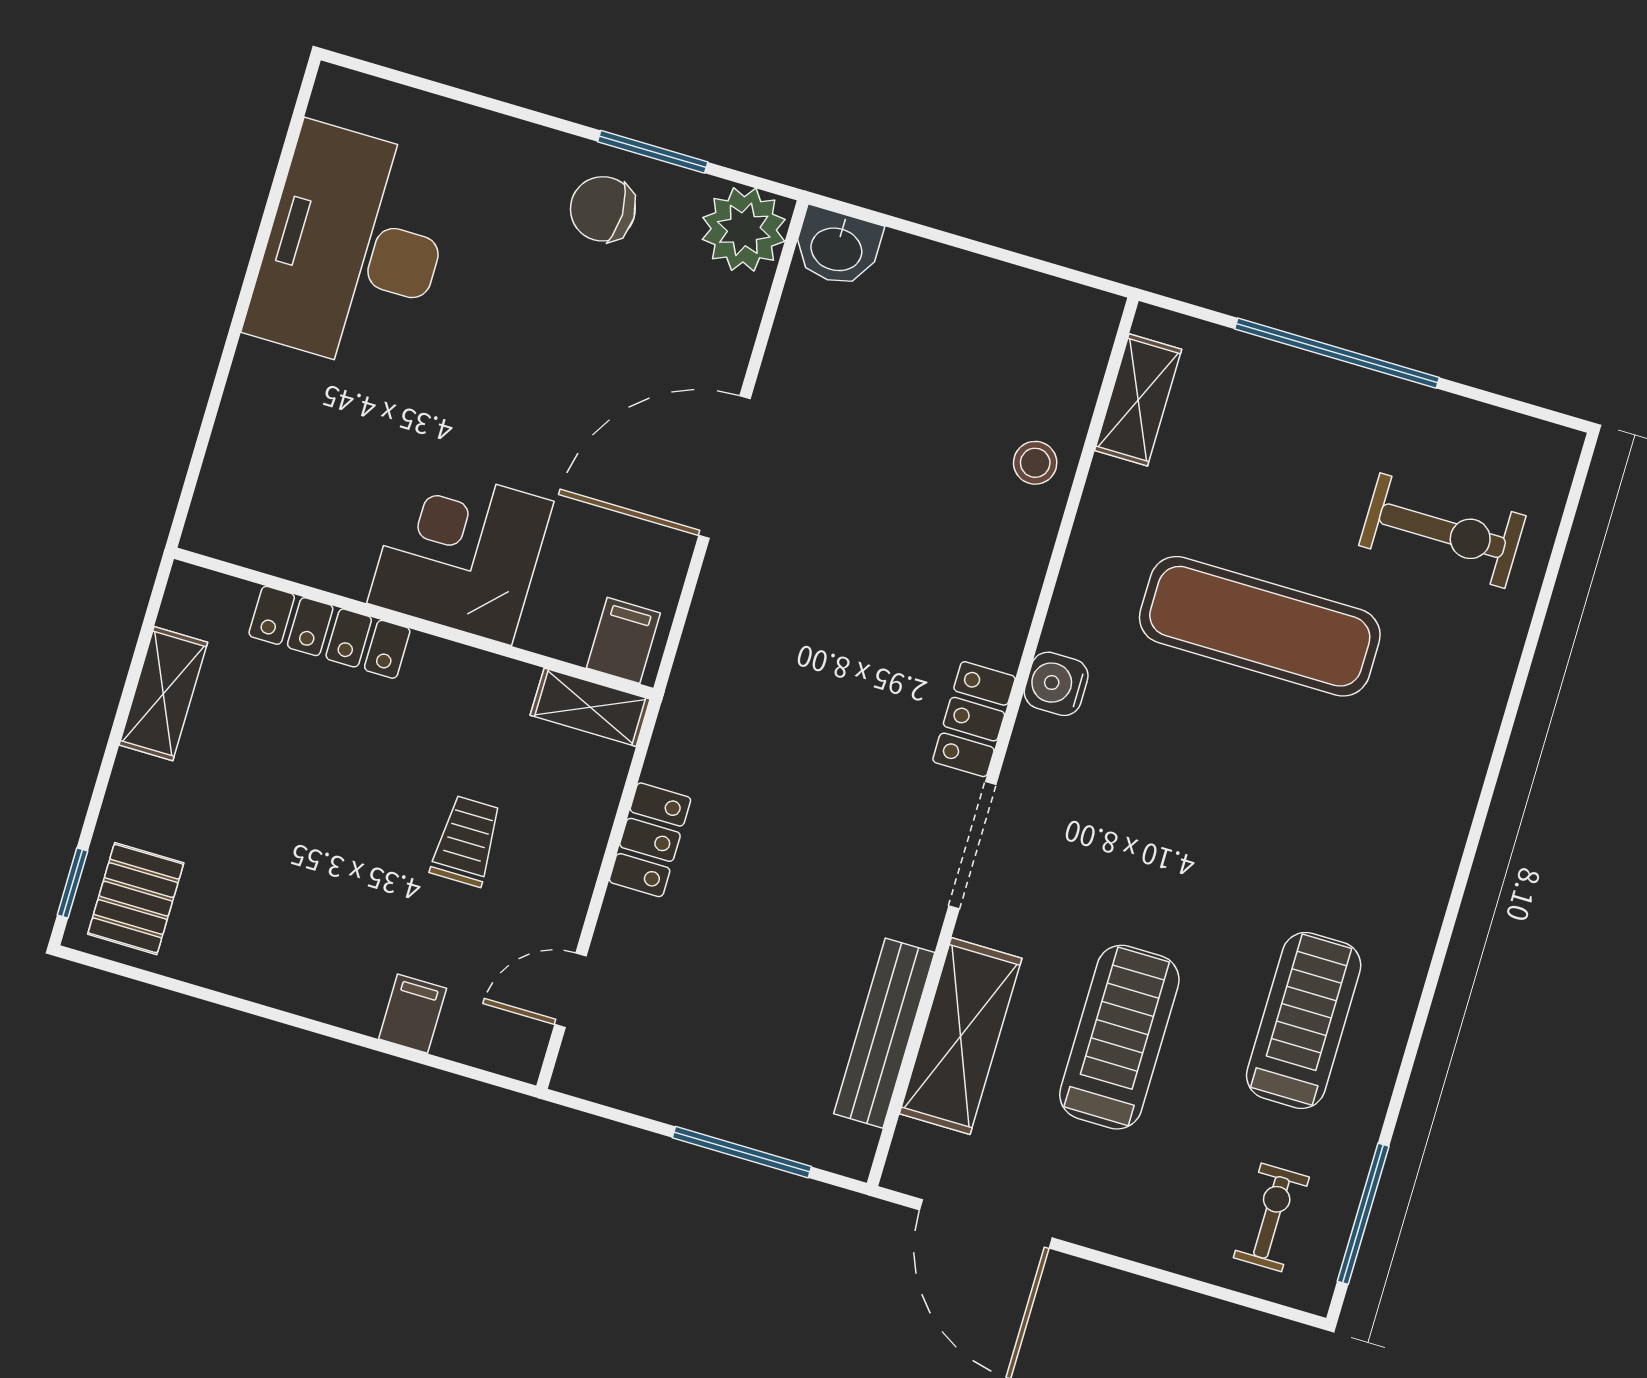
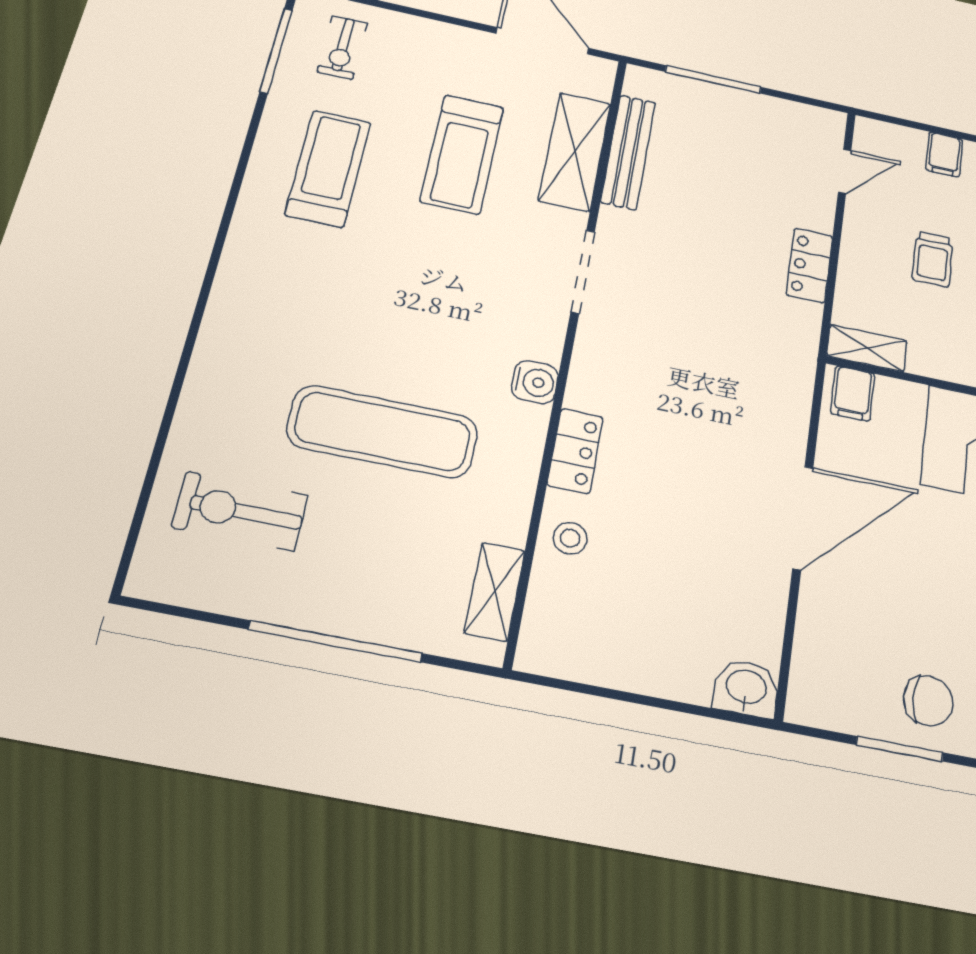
plant: (744, 229) -> (820, 695), removed
locker: (974, 719) -> (575, 451), moved
treadmill: (1304, 1020) -> (328, 168), turned 180

